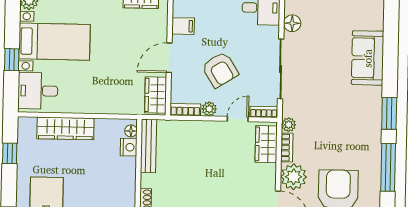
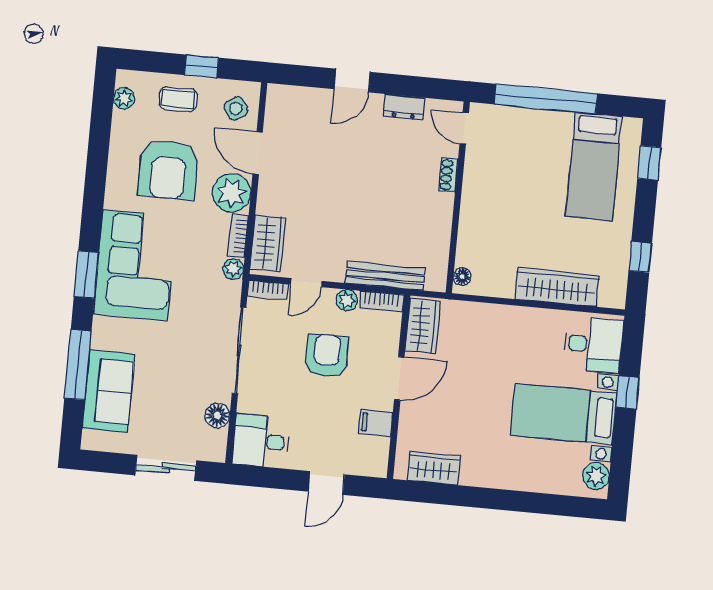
sofa: (368, 58) -> (109, 391), moved
armchair: (220, 70) -> (327, 356), turned 32
corner sofa: (356, 122) -> (135, 265), added
bench: (149, 146) -> (385, 276), moved, turned 90
nightstand: (129, 147) -> (467, 253), removed
window: (388, 167) -> (78, 365), moved

